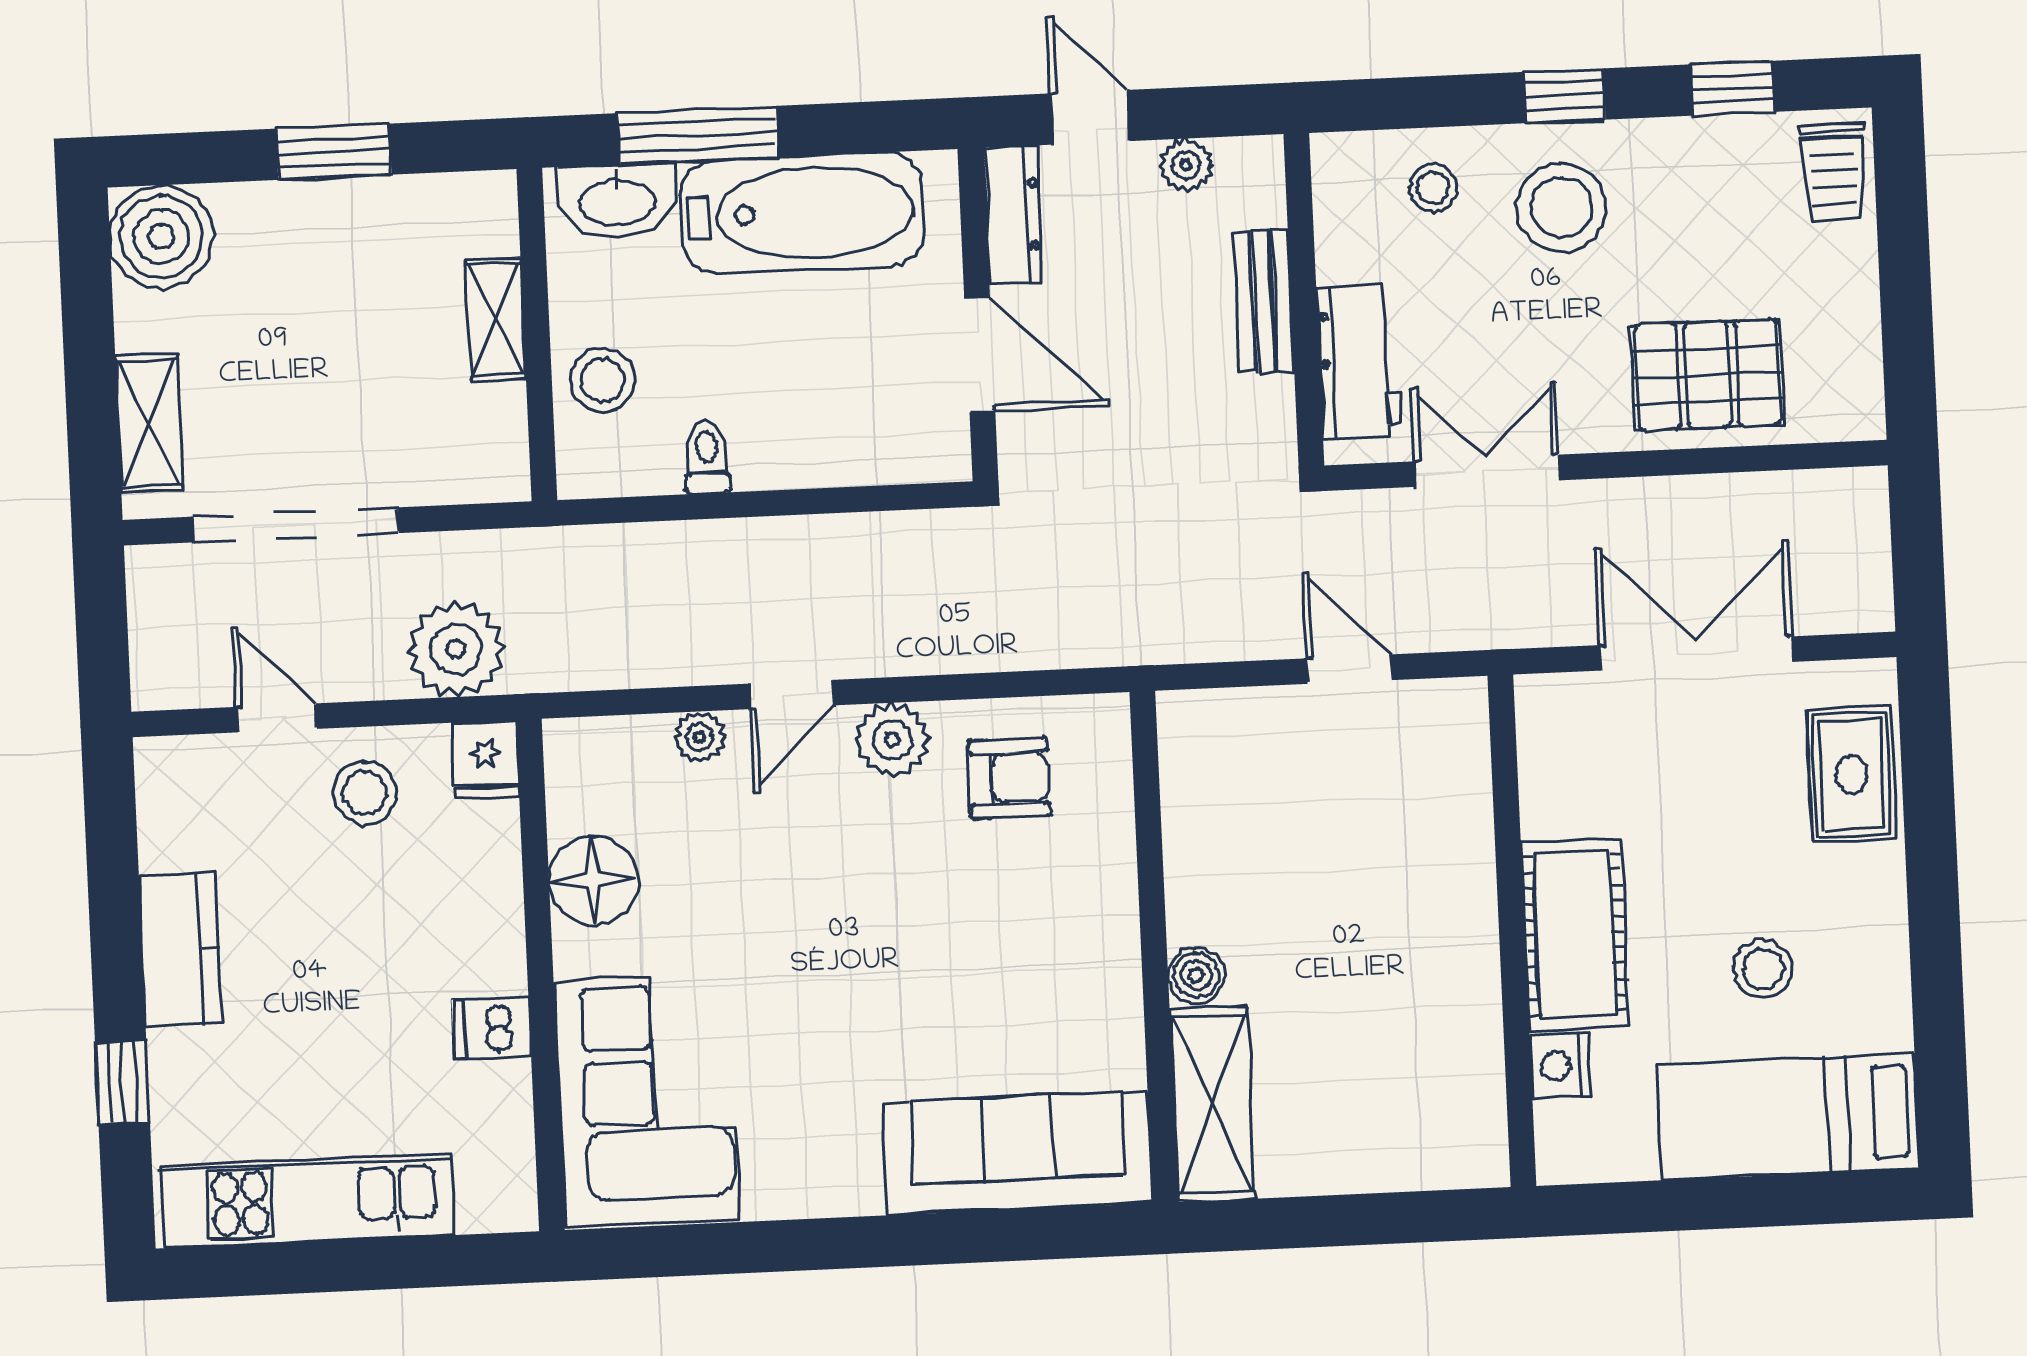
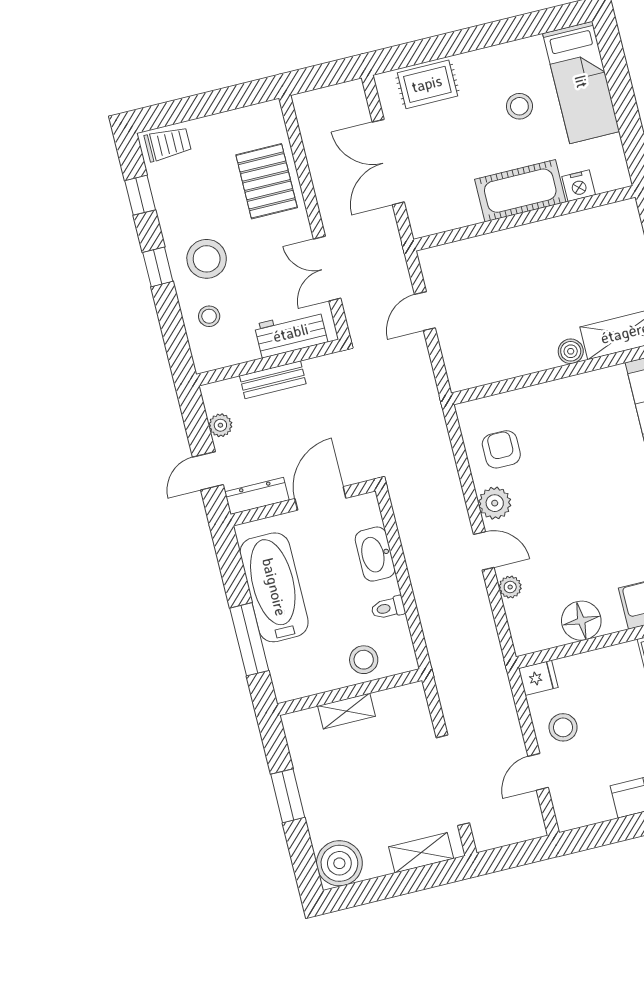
washbasin: (617, 201) -> (375, 554), moved, turned 180
plant: (456, 649) -> (493, 700), removed

